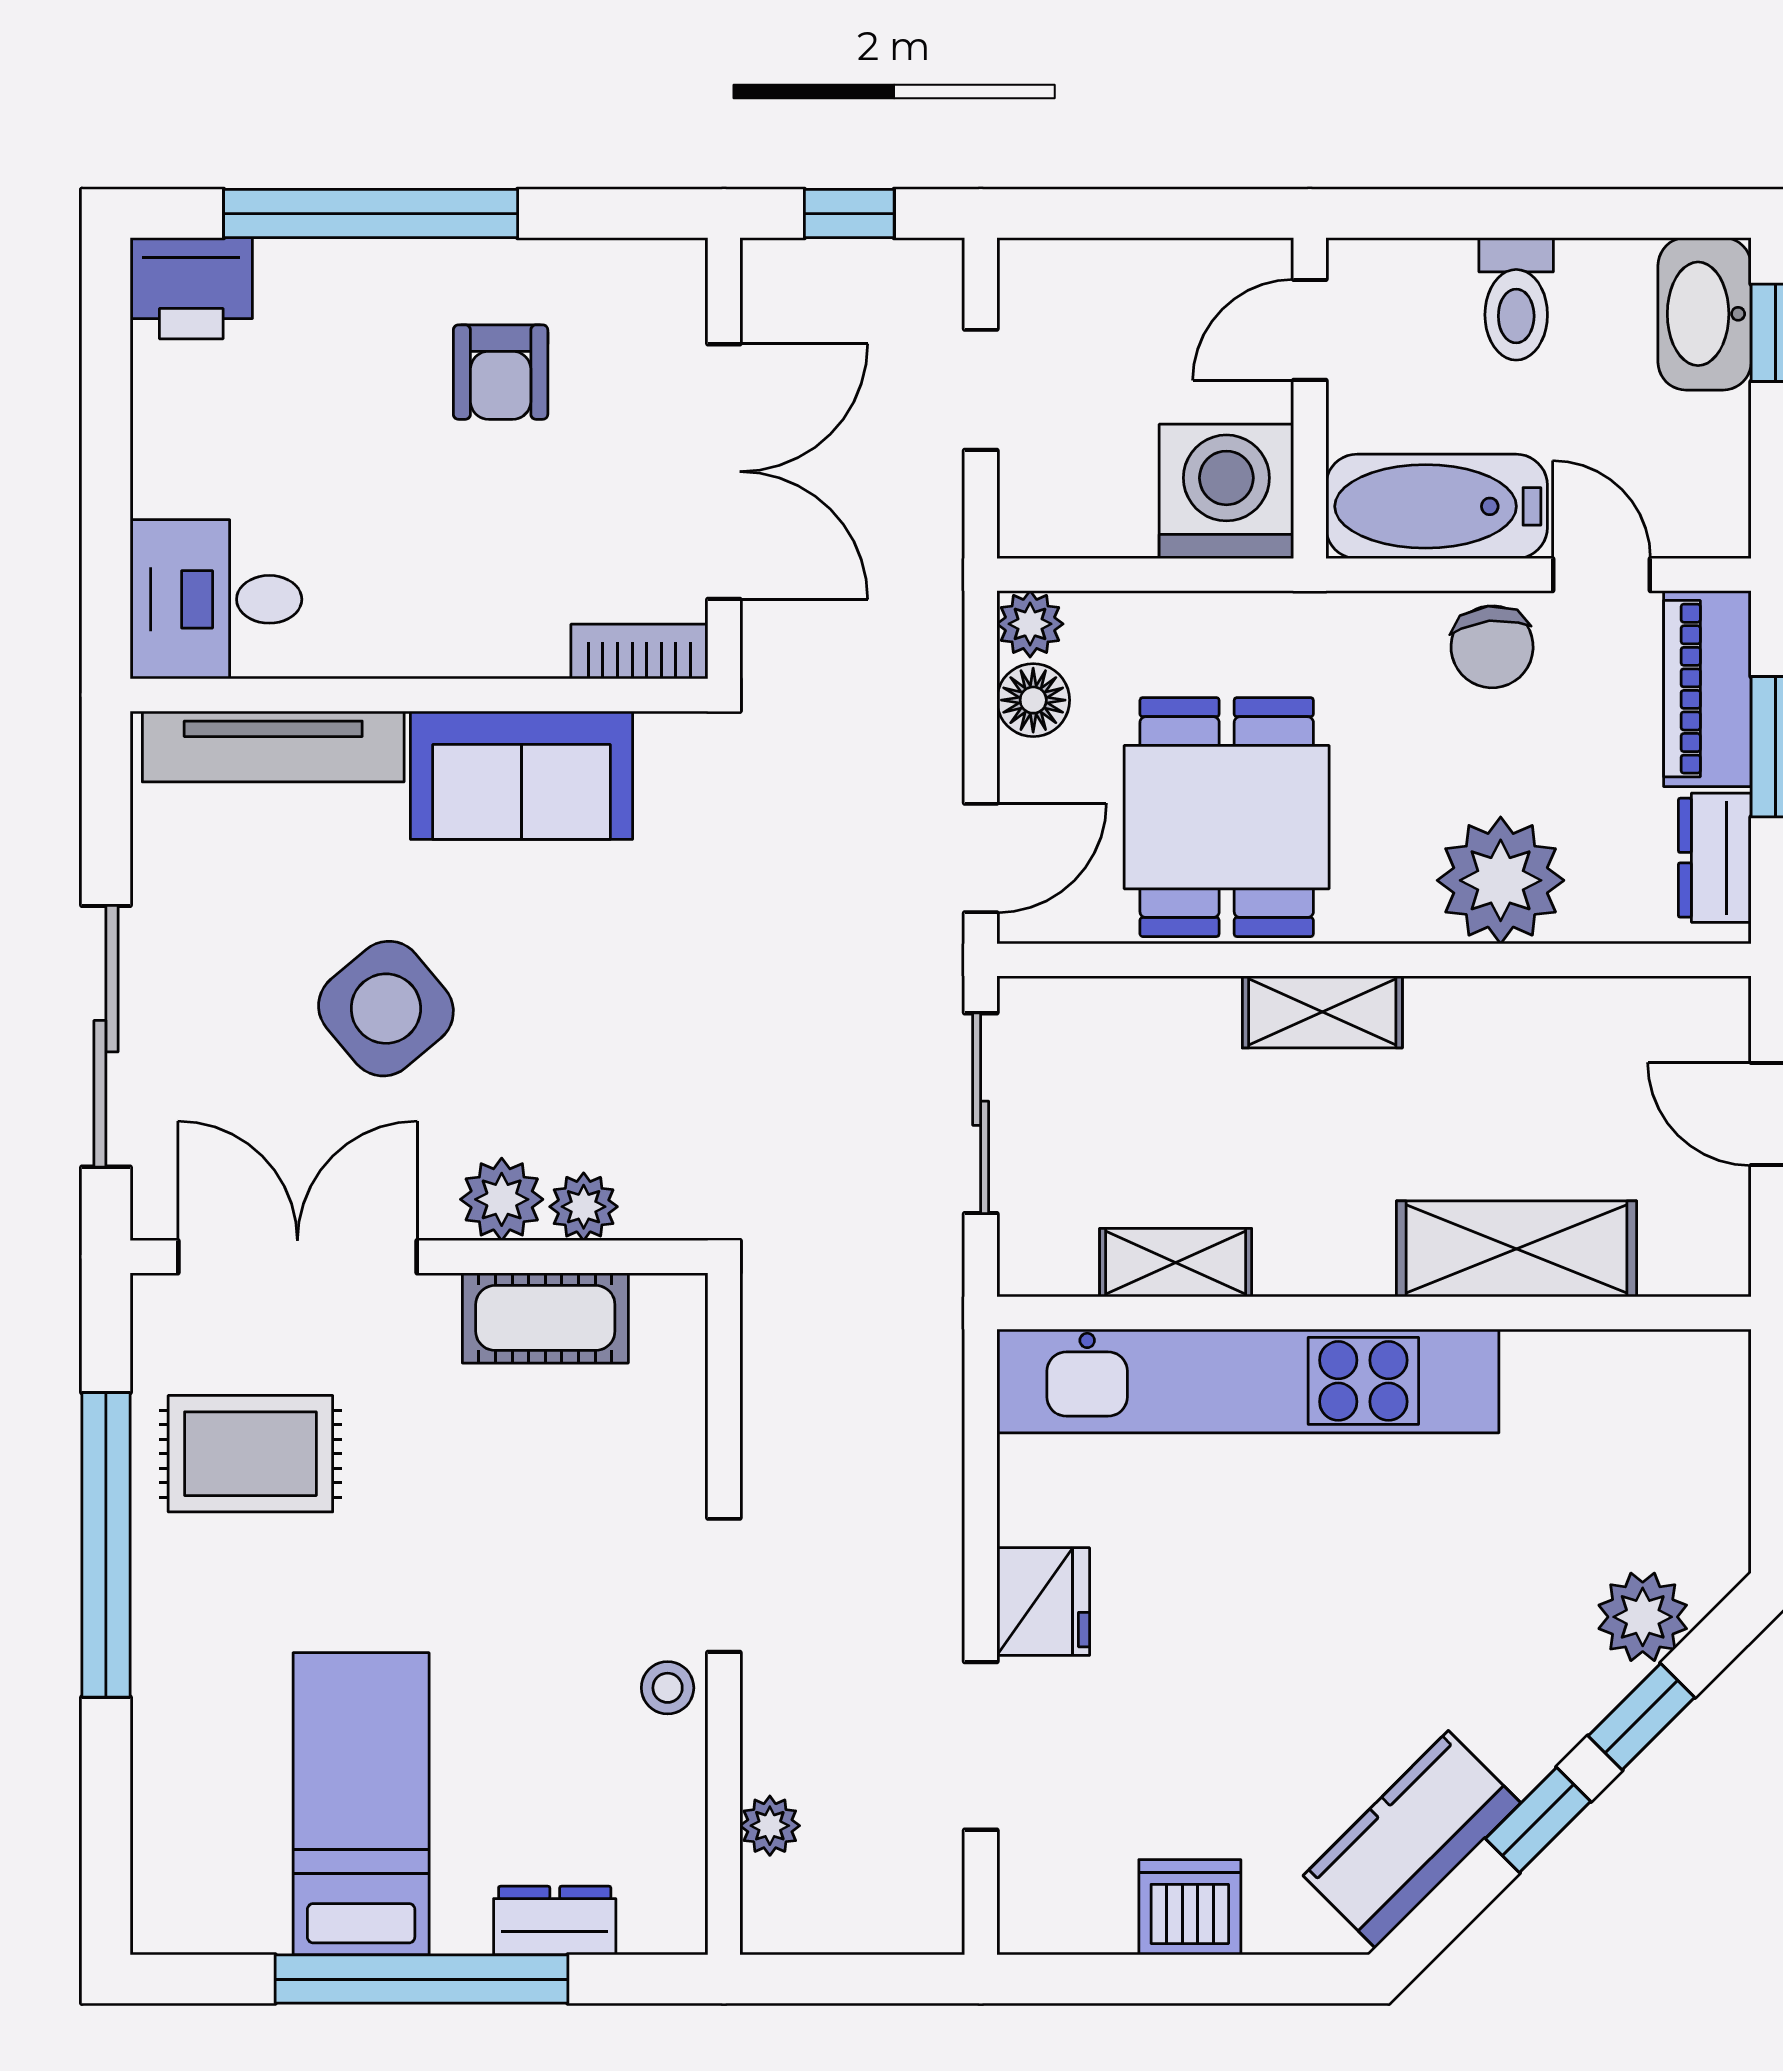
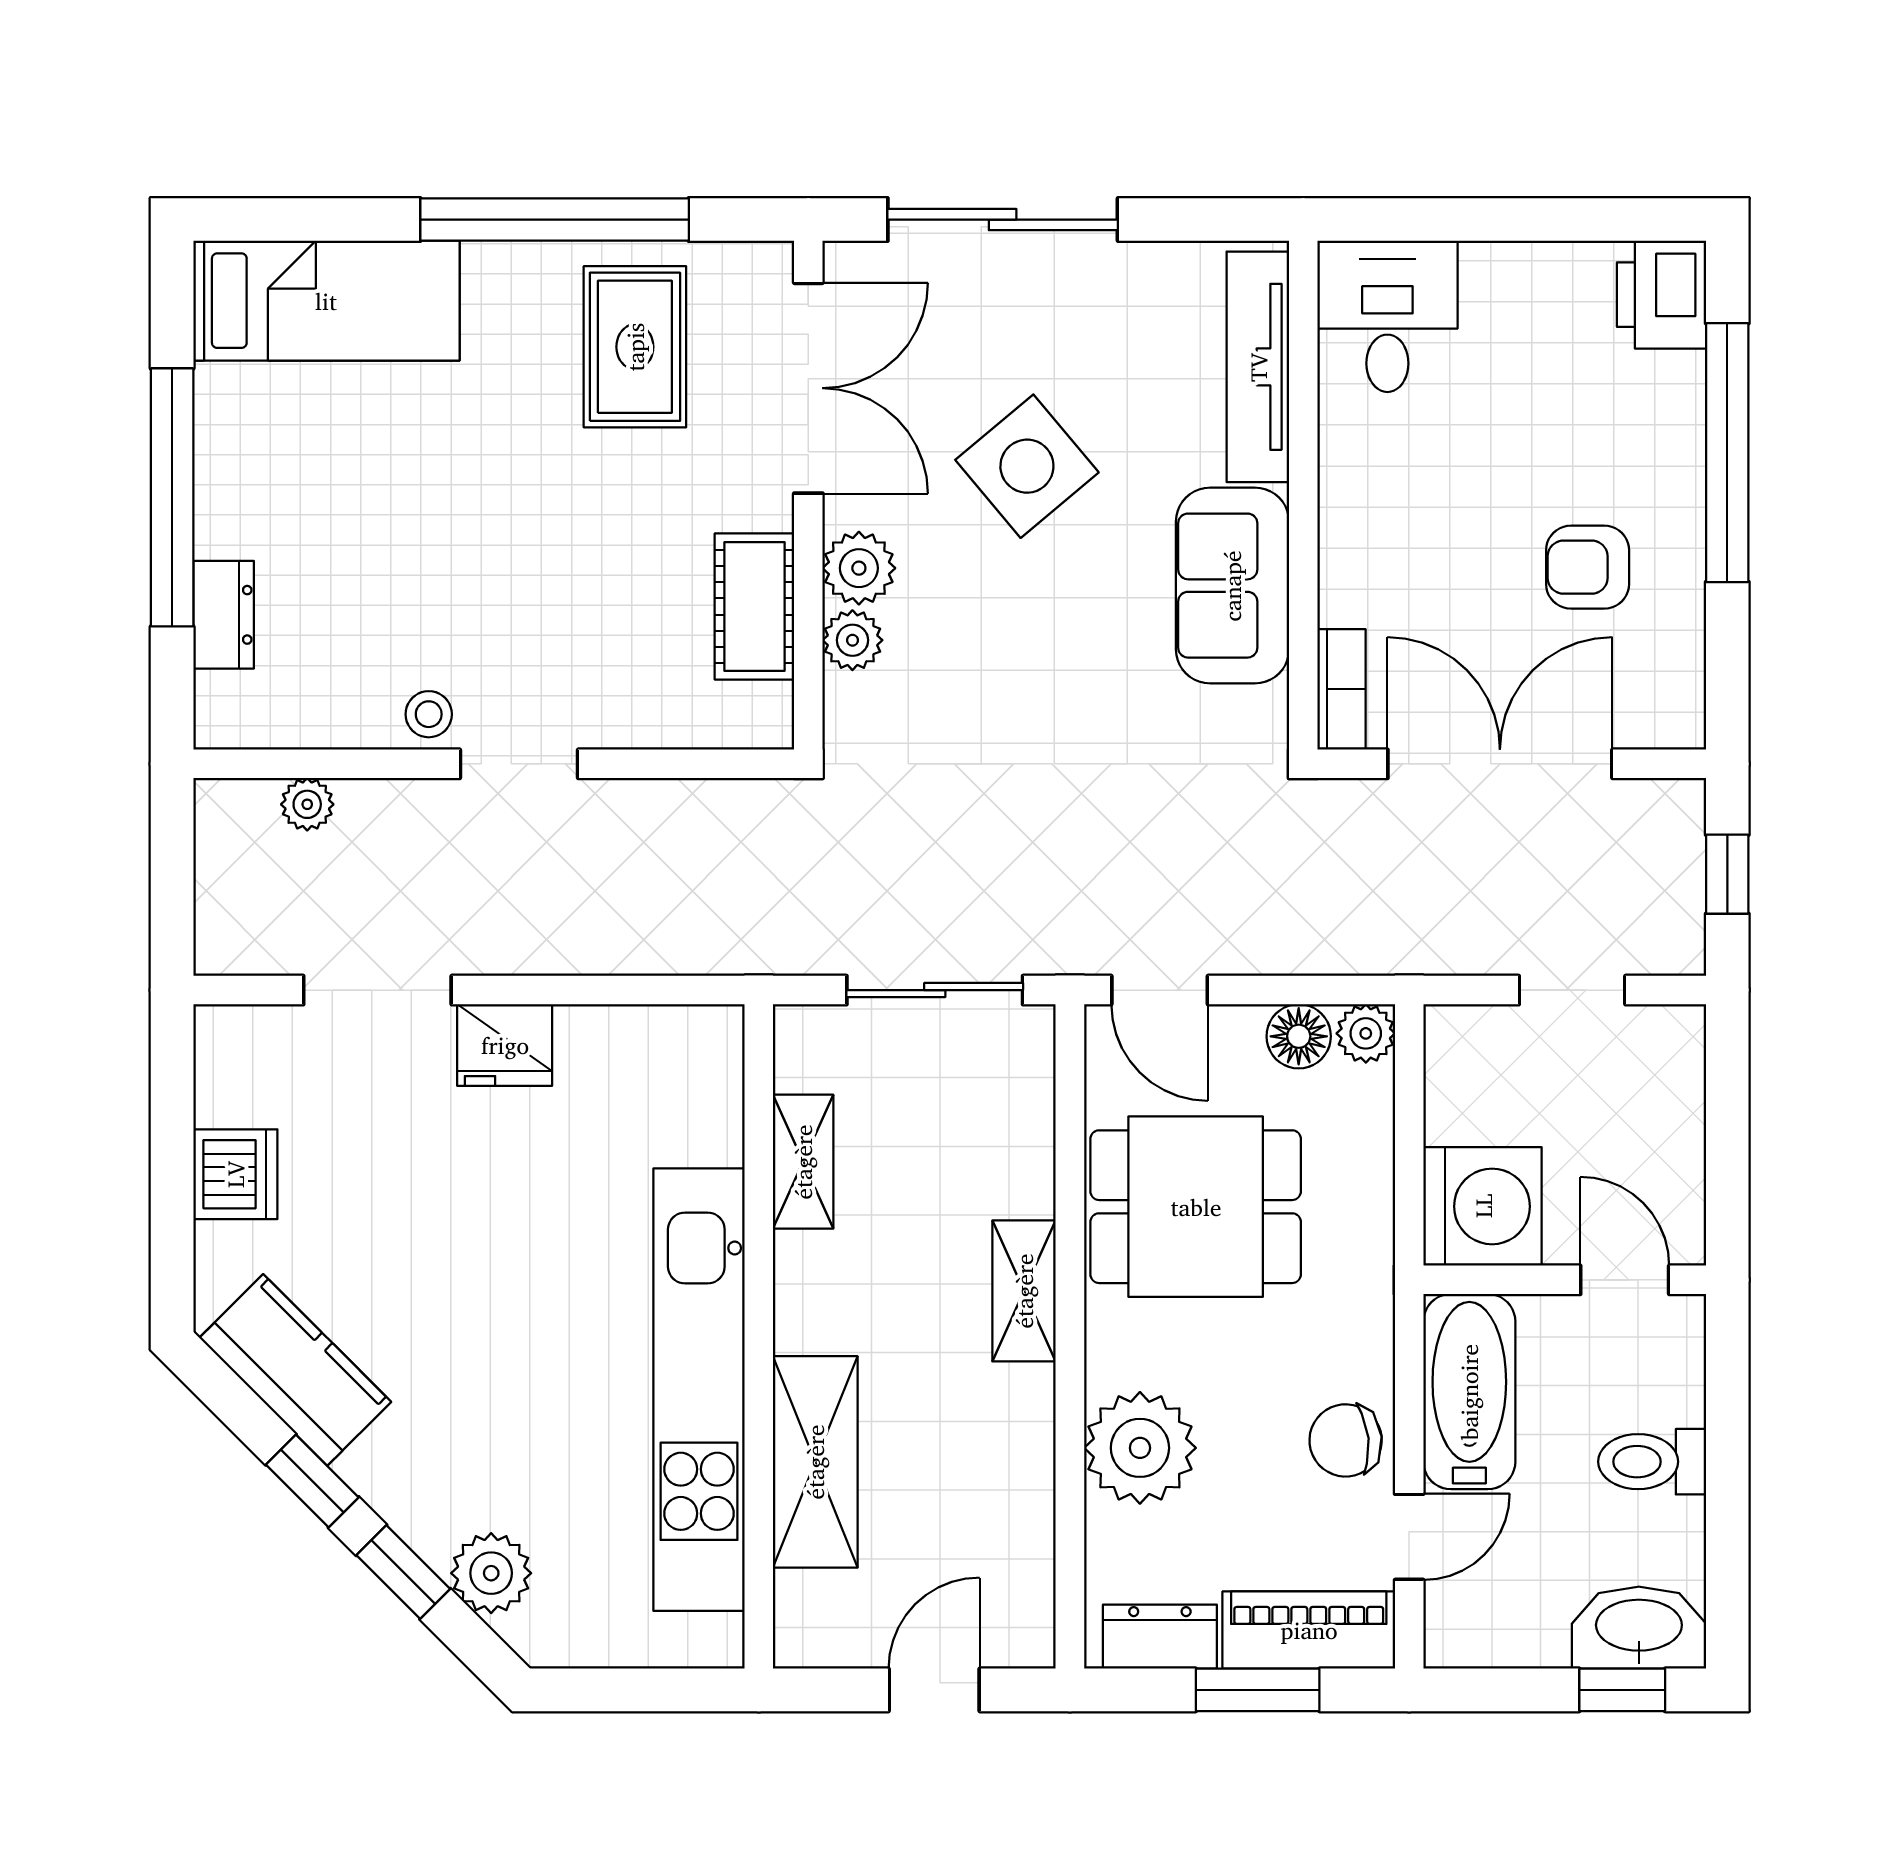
double door: (724, 472) -> (1500, 764), swing flipped
kitchen unit: (1248, 1381) -> (699, 1390), moved
bed: (361, 1804) -> (326, 301), moved

